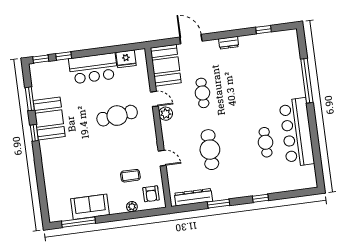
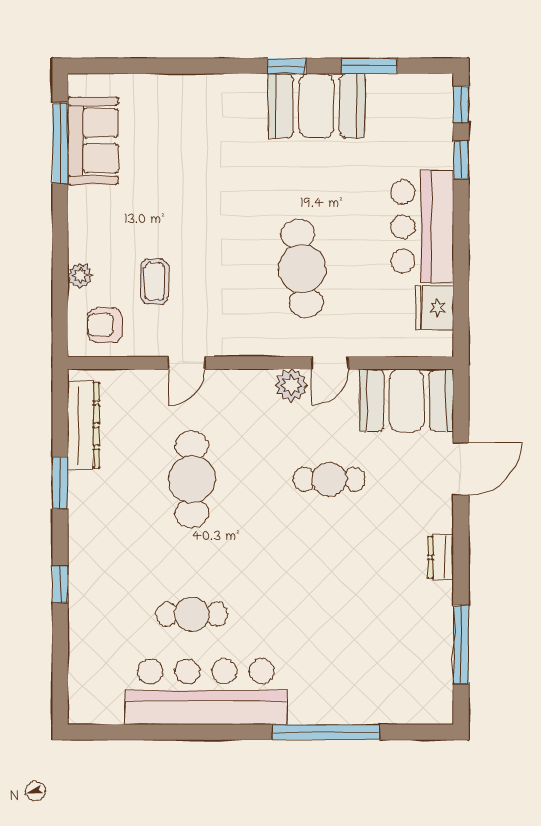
window: (264, 30) -> (461, 645), width x2.17
cafe table: (210, 150) -> (192, 479), turned 90
sofa: (90, 207) -> (93, 141), moved

